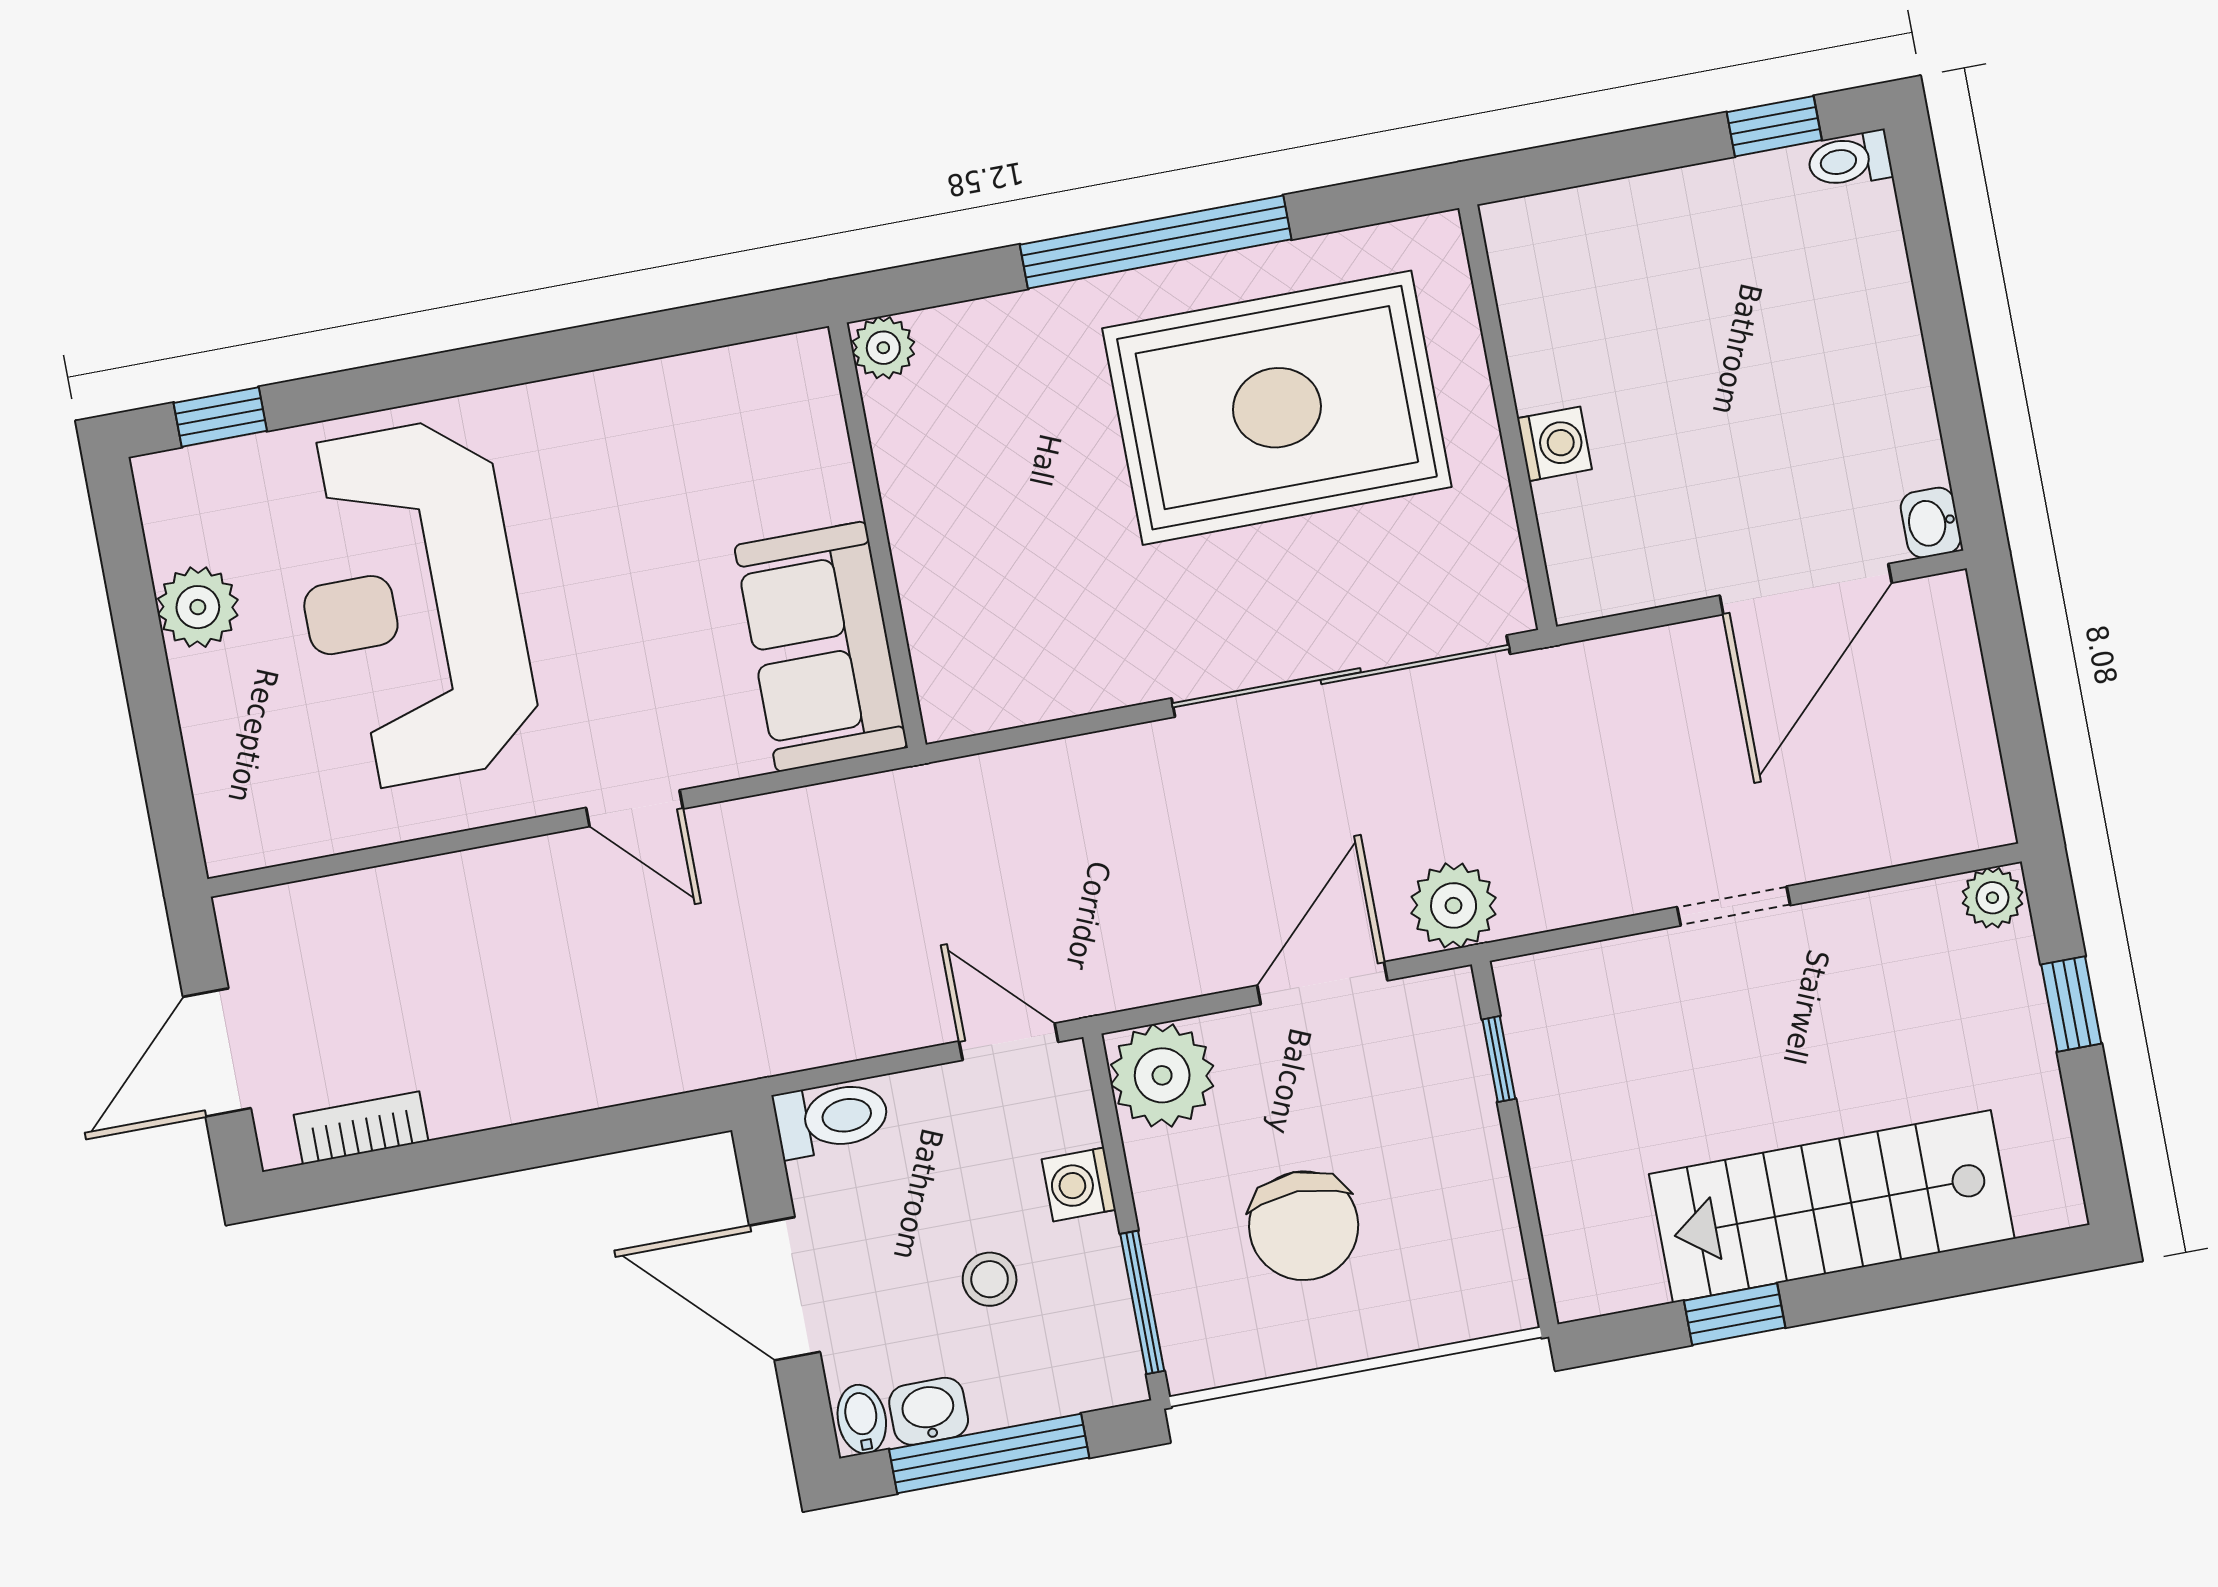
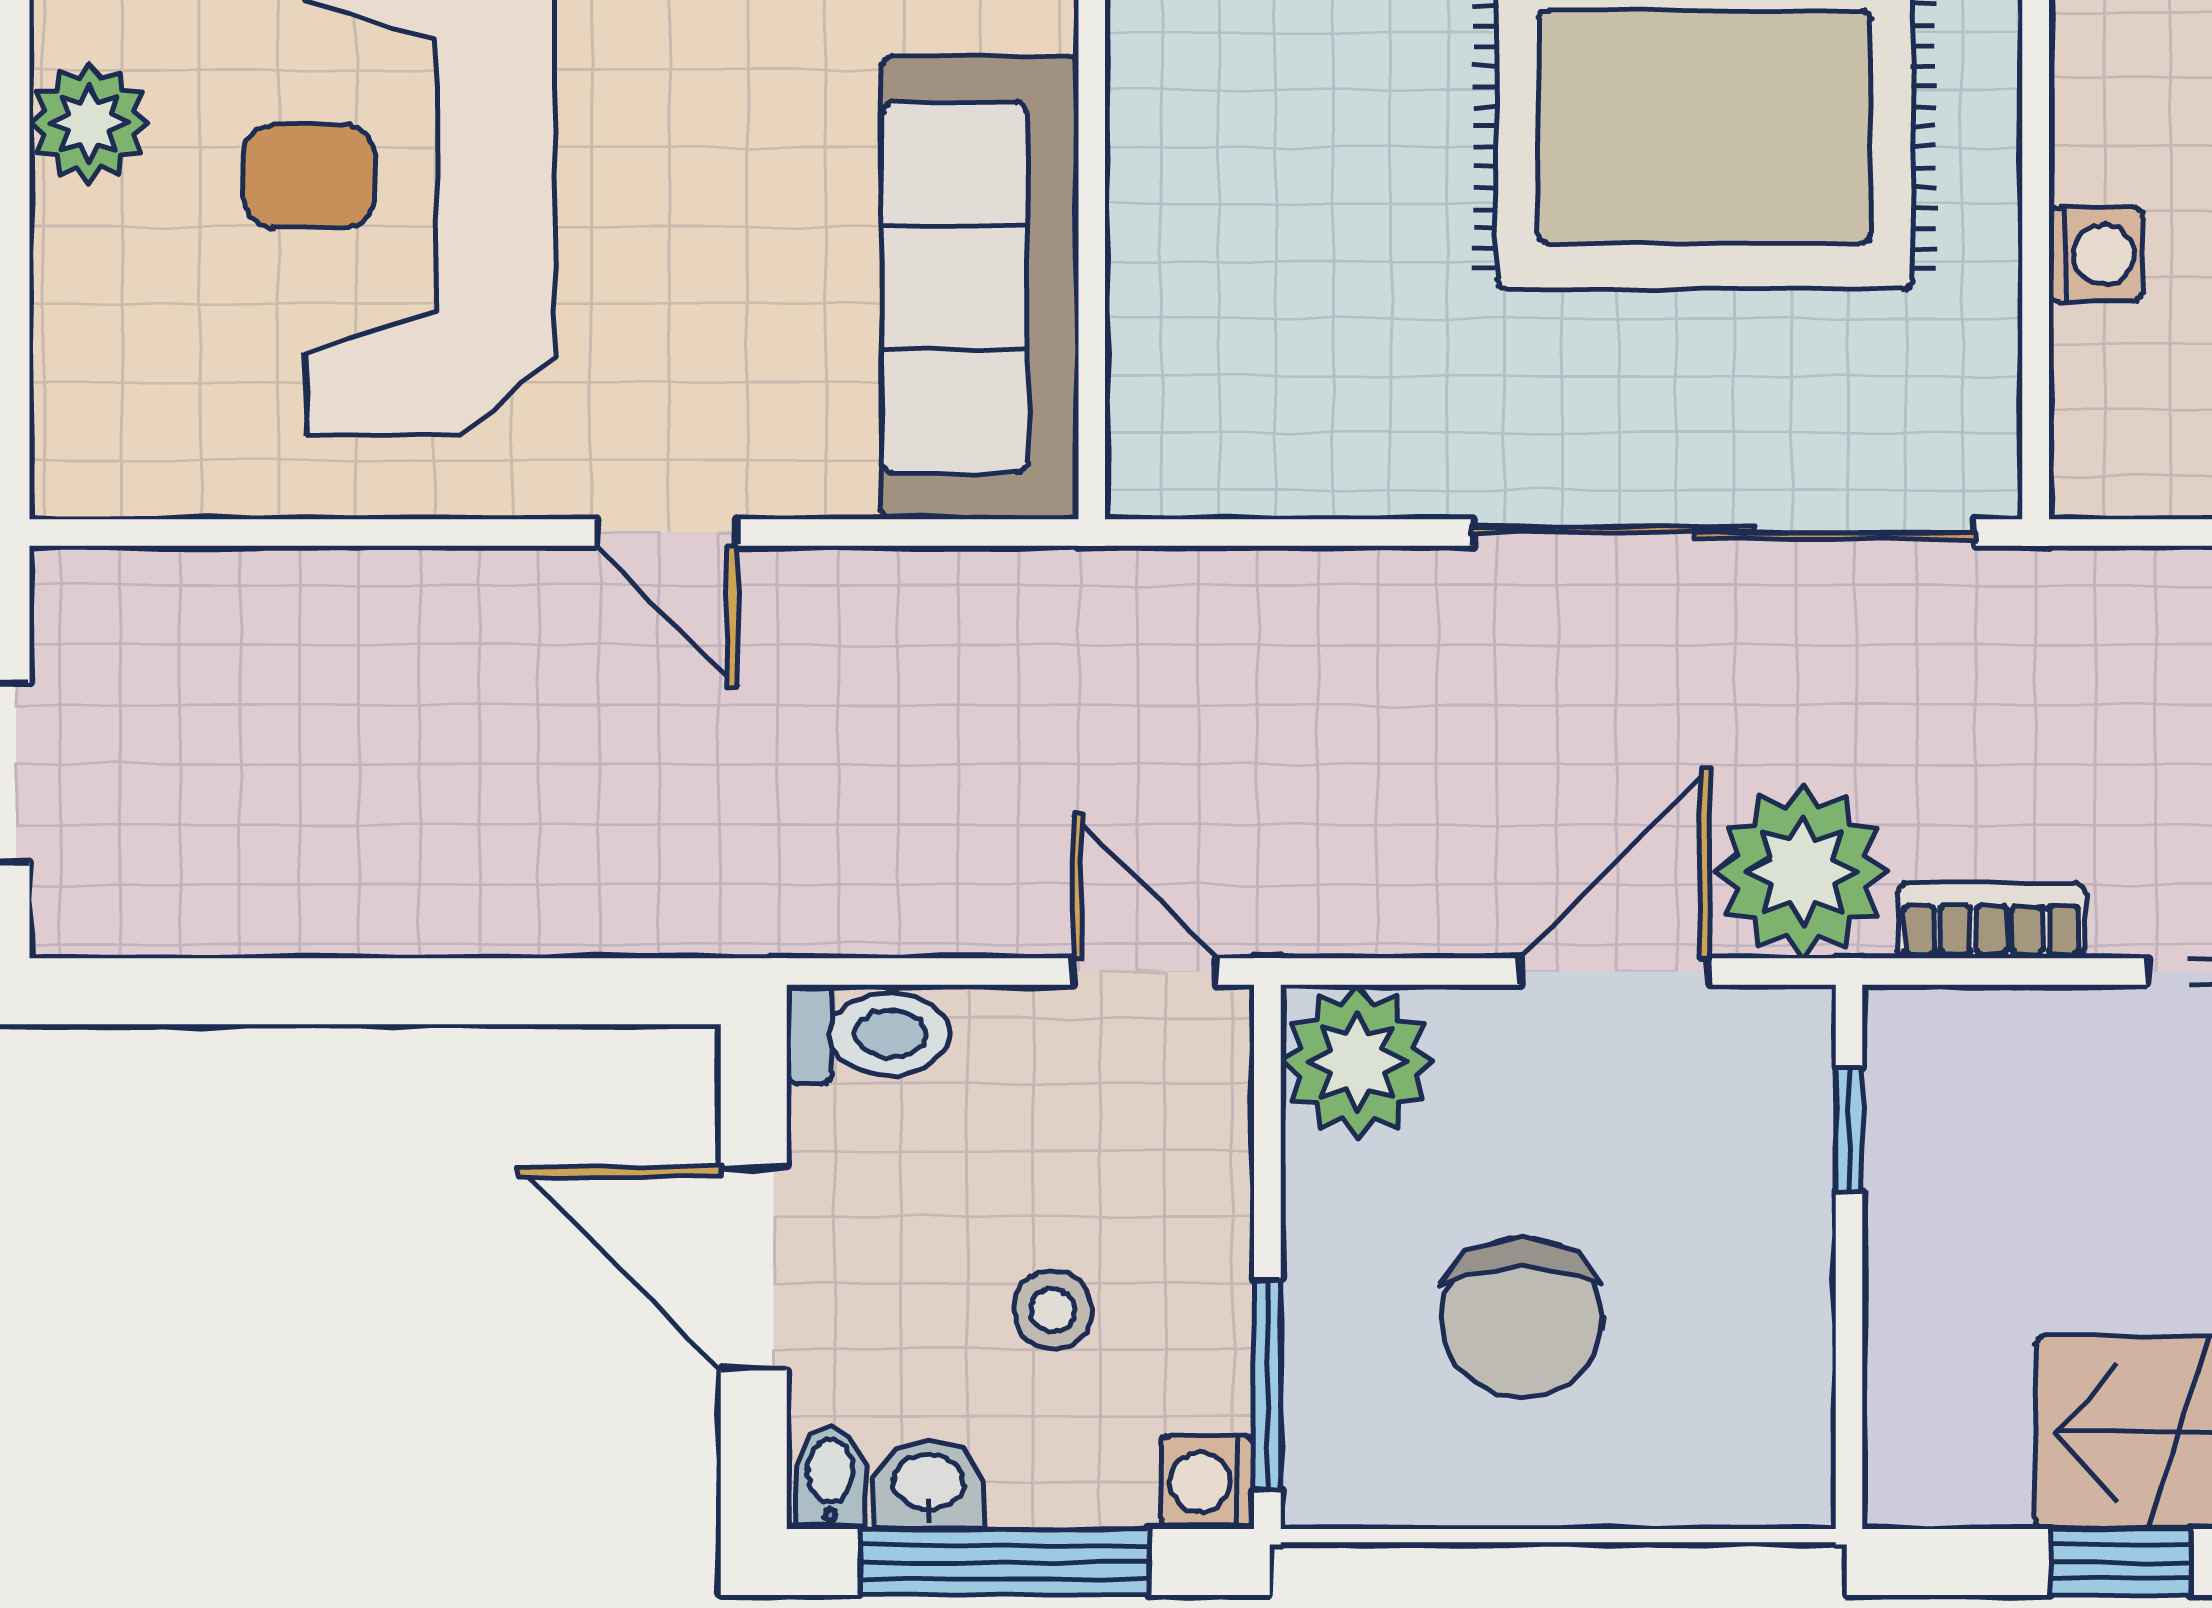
sofa: (821, 647) -> (980, 288), width x1.36
plant: (1454, 905) -> (1802, 872), width x1.36, depth x1.36
bookcase: (361, 1128) -> (1991, 921), moved
washing machine: (1079, 1184) -> (1207, 1482), moved

